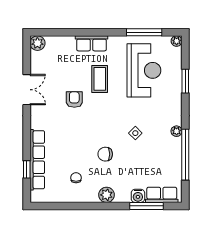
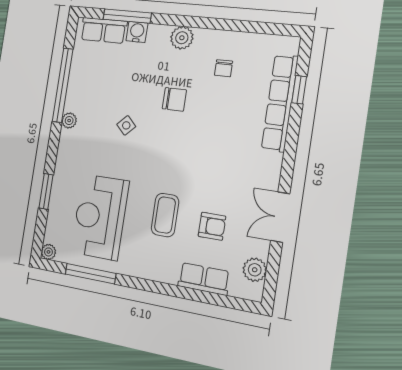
plant: (37, 43) -> (255, 270), moved
row of seats: (91, 43) -> (204, 279), moved
armchair: (74, 100) -> (212, 226), moved, turned -90

